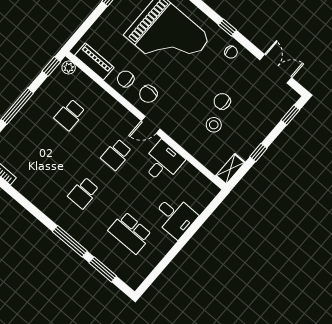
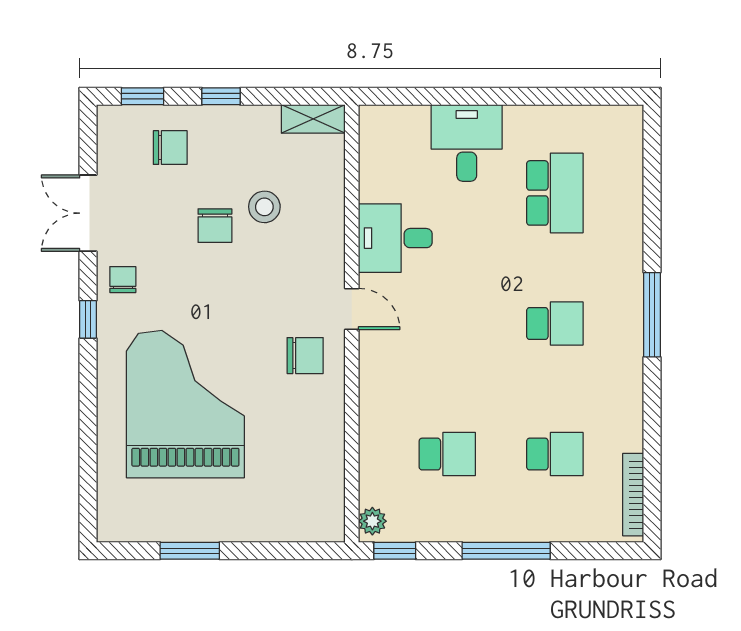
piano: (94, 61) -> (327, 488), removed
double door: (276, 69) -> (88, 213), moved
chair: (126, 79) -> (170, 148), moved, turned -90
window: (258, 153) -> (221, 96), moved
school desk: (116, 155) -> (555, 454), moved
window: (70, 241) -> (652, 315), moved
window: (103, 269) -> (652, 187), removed

